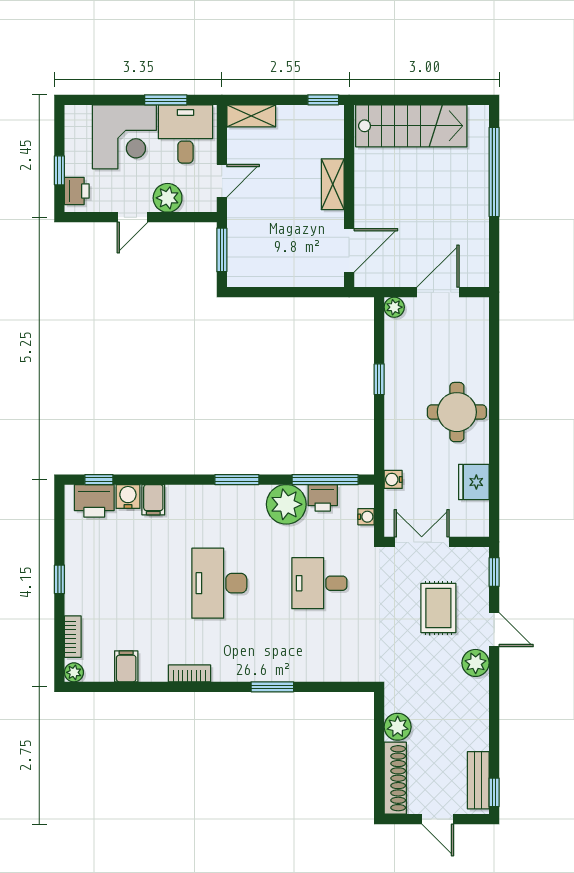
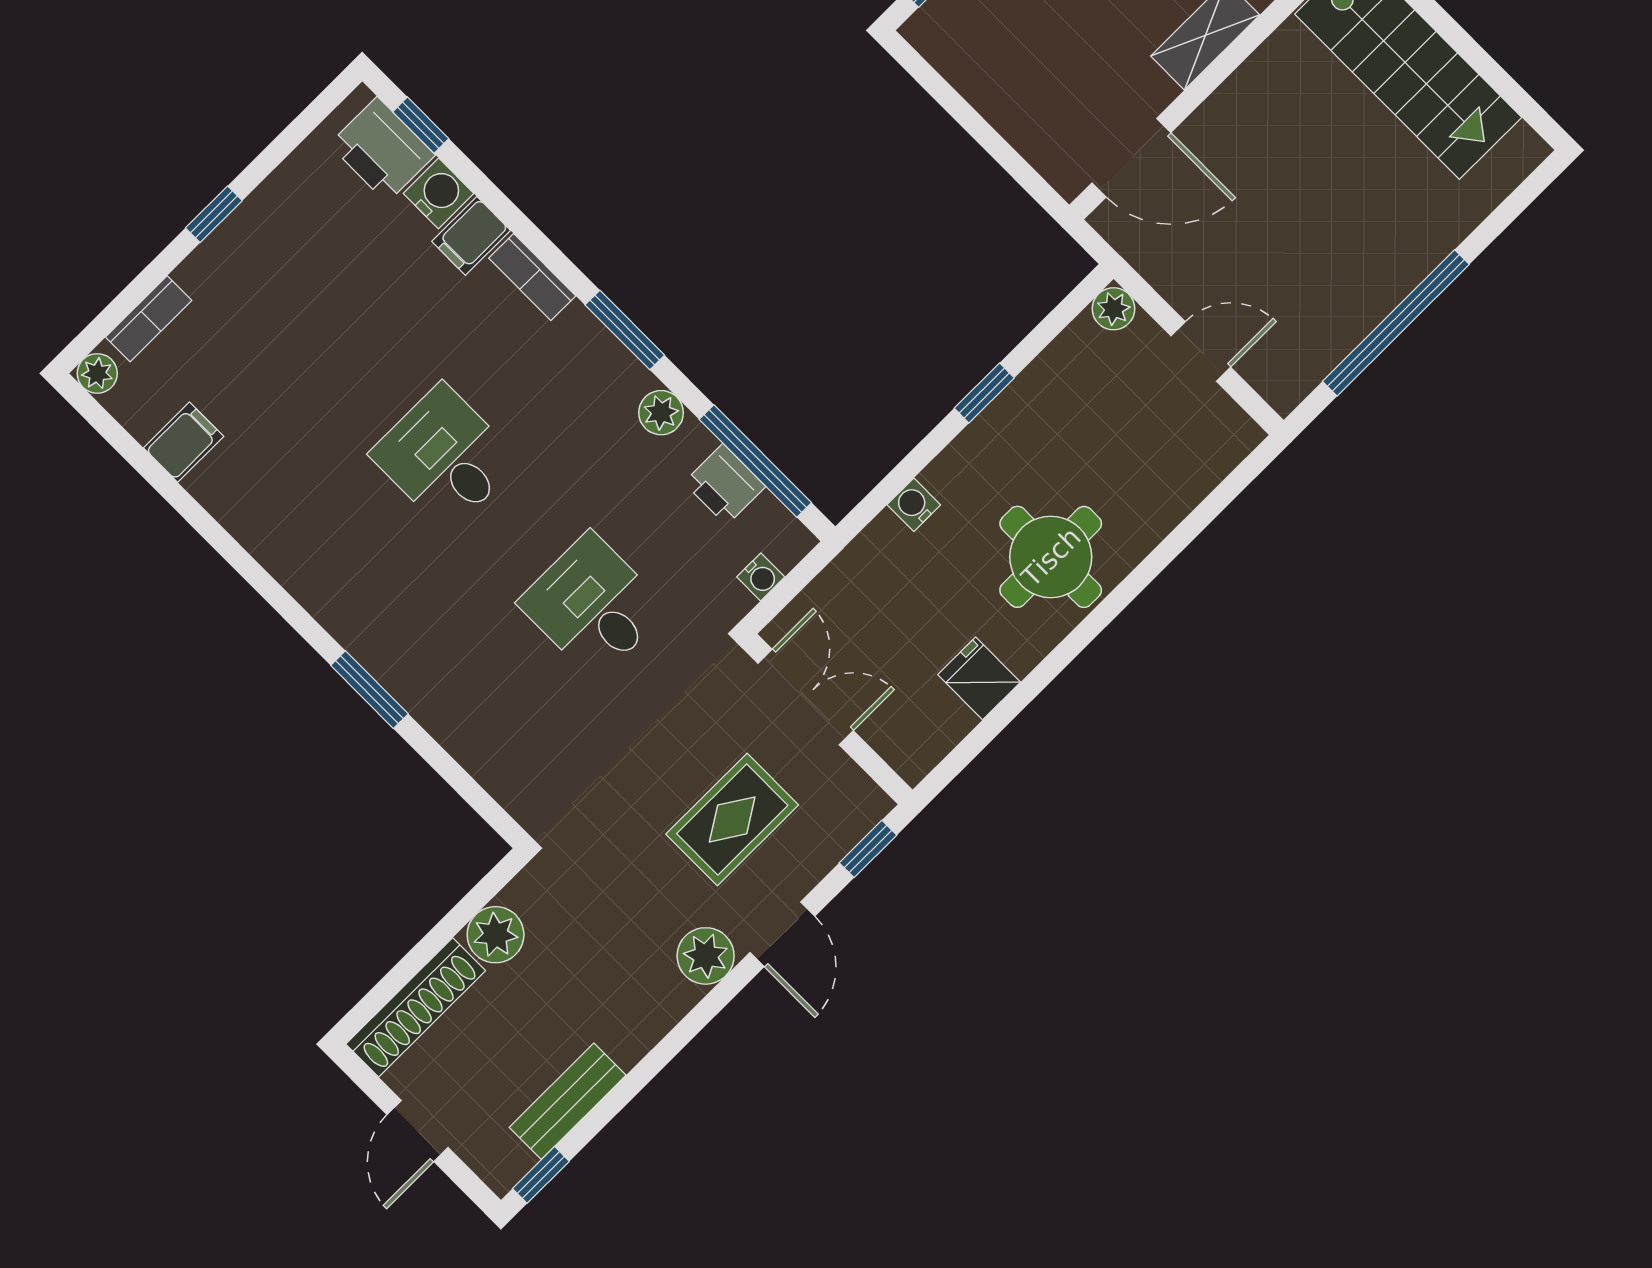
window: (494, 172) -> (1396, 323), moved
door: (438, 292) -> (1201, 352), width x0.73
water cooler: (393, 479) -> (914, 505), moved
fridge: (474, 482) -> (979, 678), width x0.72
plant: (286, 504) -> (661, 413), width x0.53, depth x0.53
desk: (219, 583) -> (445, 457), width x0.73
bookcase: (189, 673) -> (532, 277), moved, turned 180
bench: (478, 780) -> (568, 1101), moved

